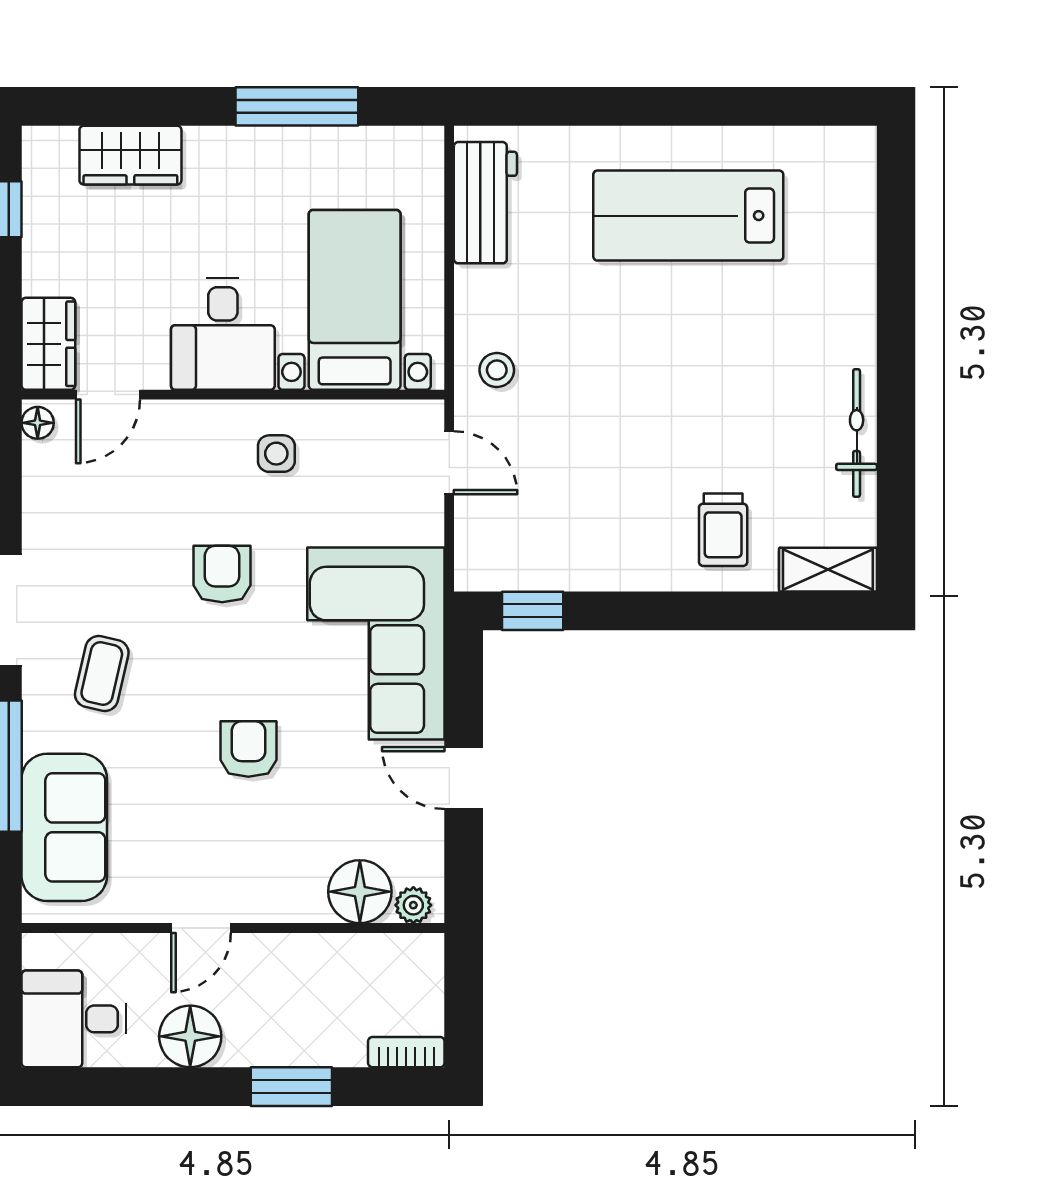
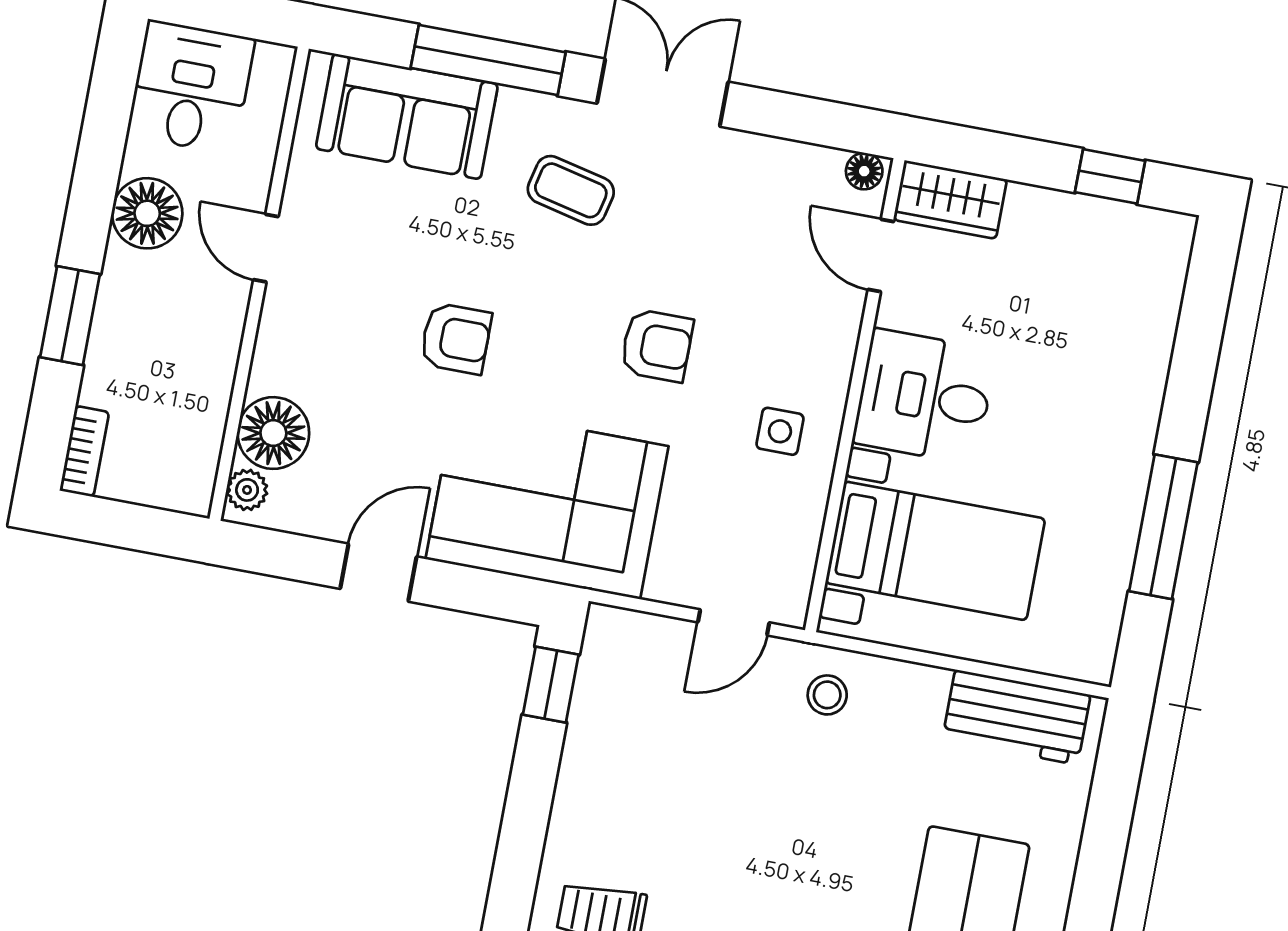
wardrobe: (130, 155) -> (1144, 331), removed

